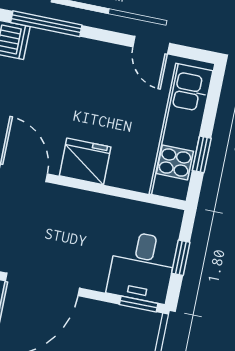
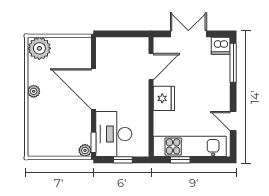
door: (151, 45) -> (233, 121), hinge flipped
desk: (142, 267) -> (114, 134), width x1.37
plant: (150, 322) -> (85, 150), added

